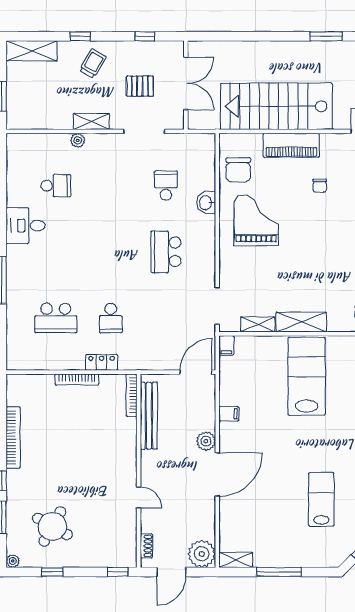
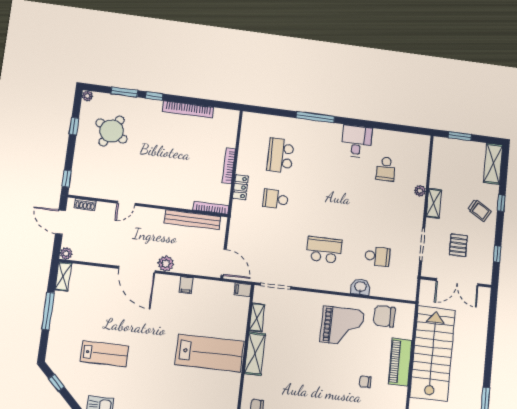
plant: (202, 554) -> (66, 254), width x0.53, depth x0.53

